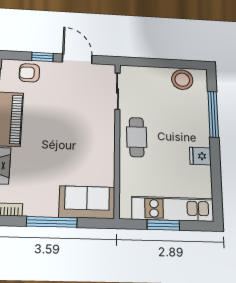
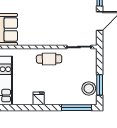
window: (176, 64) -> (100, 85), added
window: (213, 114) -> (77, 108), moved

